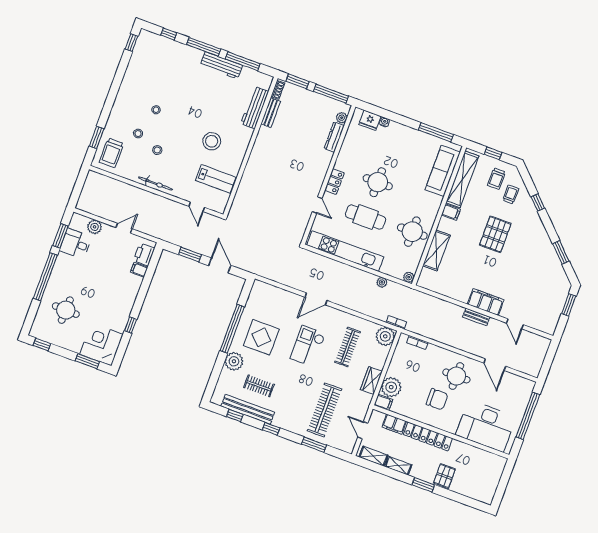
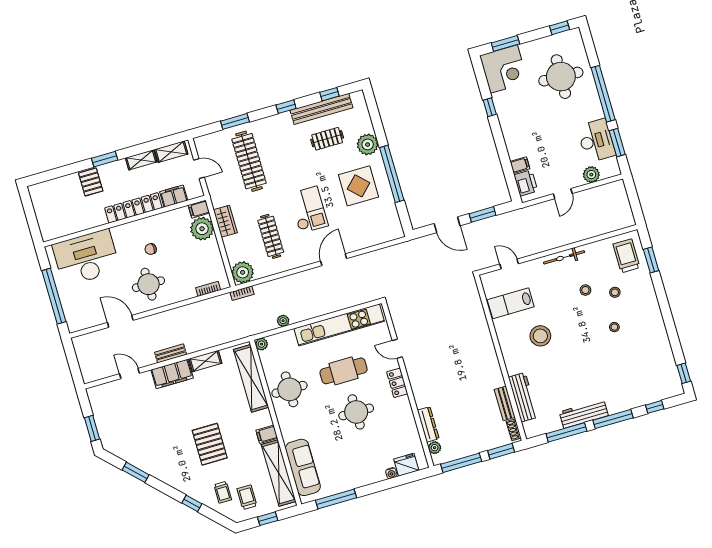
desk: (76, 244) -> (596, 141), width x1.37
shelving: (436, 250) -> (251, 378), width x1.47
shelving: (456, 294) -> (205, 361), added
round table: (66, 310) -> (561, 77), width x1.36, depth x1.36
chair: (437, 399) -> (151, 249), width x0.54, depth x0.54

